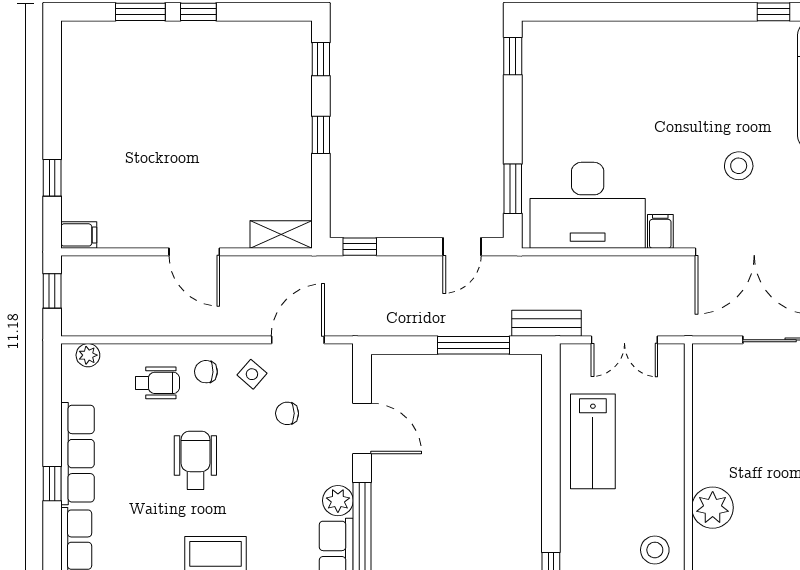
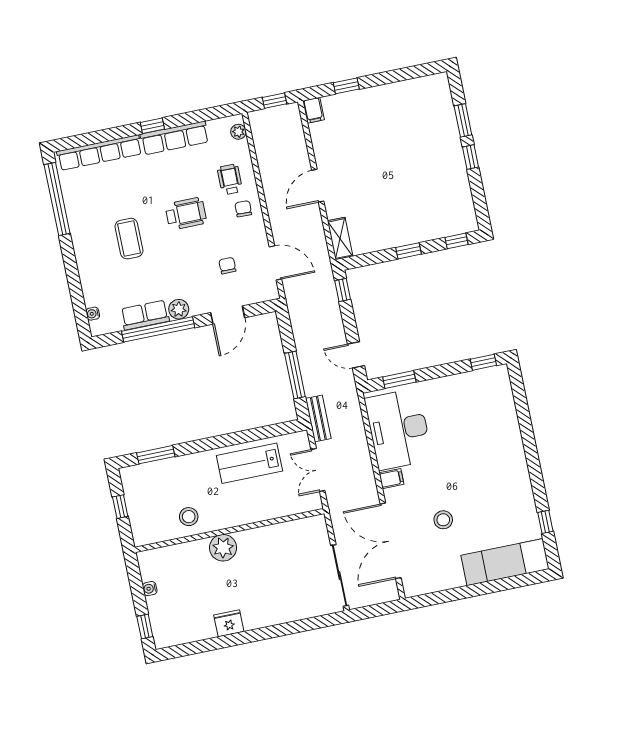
side table: (252, 374) -> (248, 238), removed
wheelchair: (157, 383) -> (230, 179), turned 180

